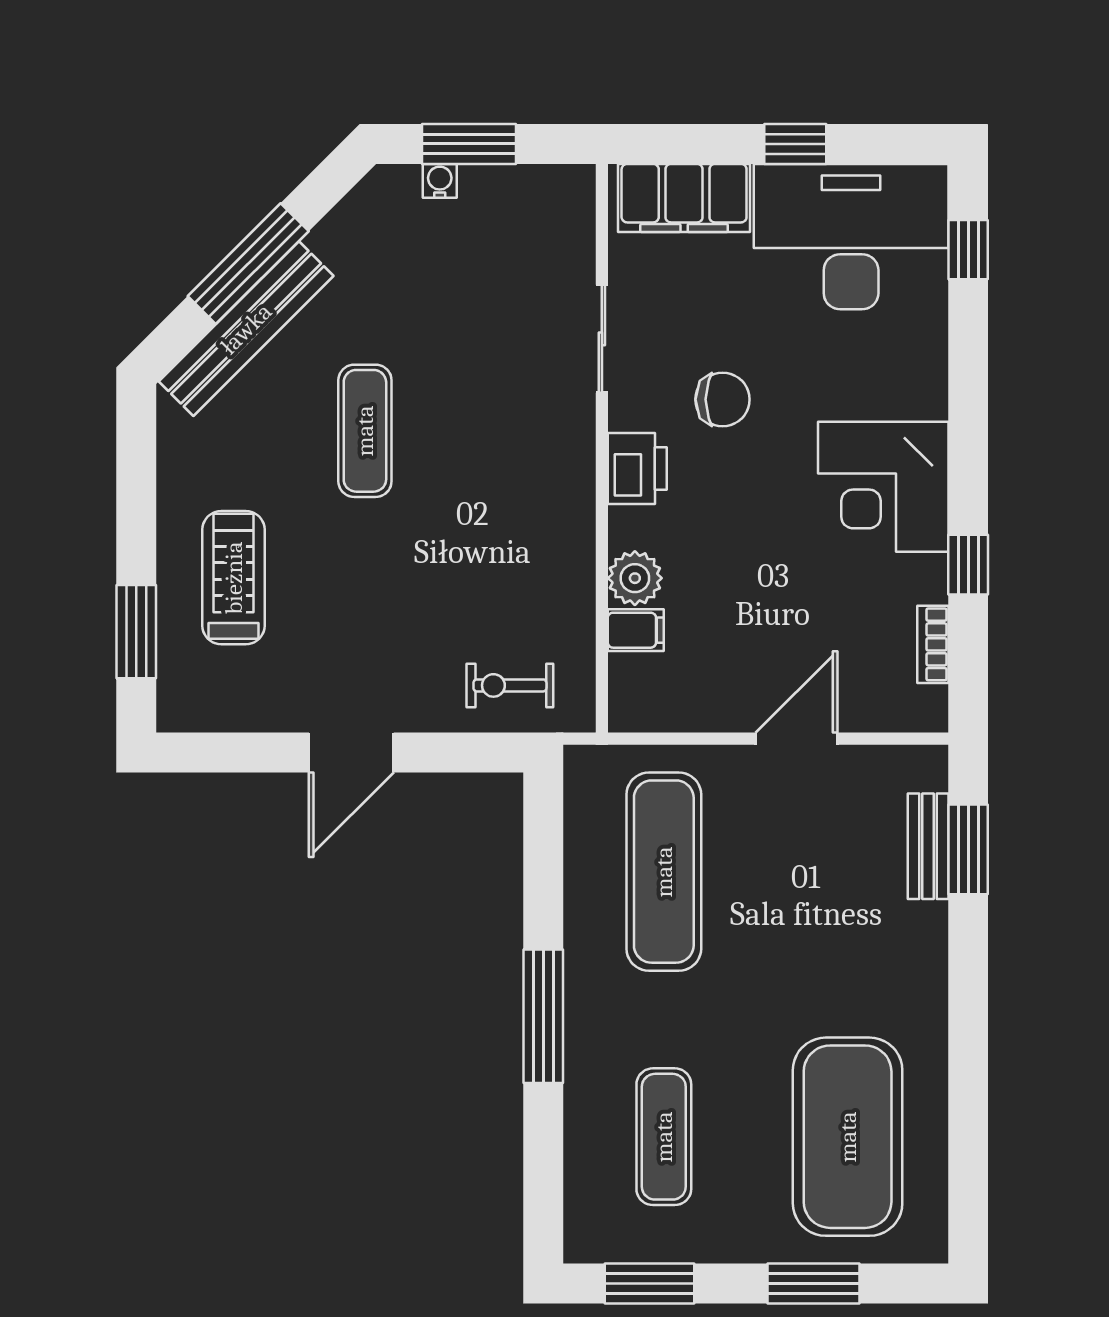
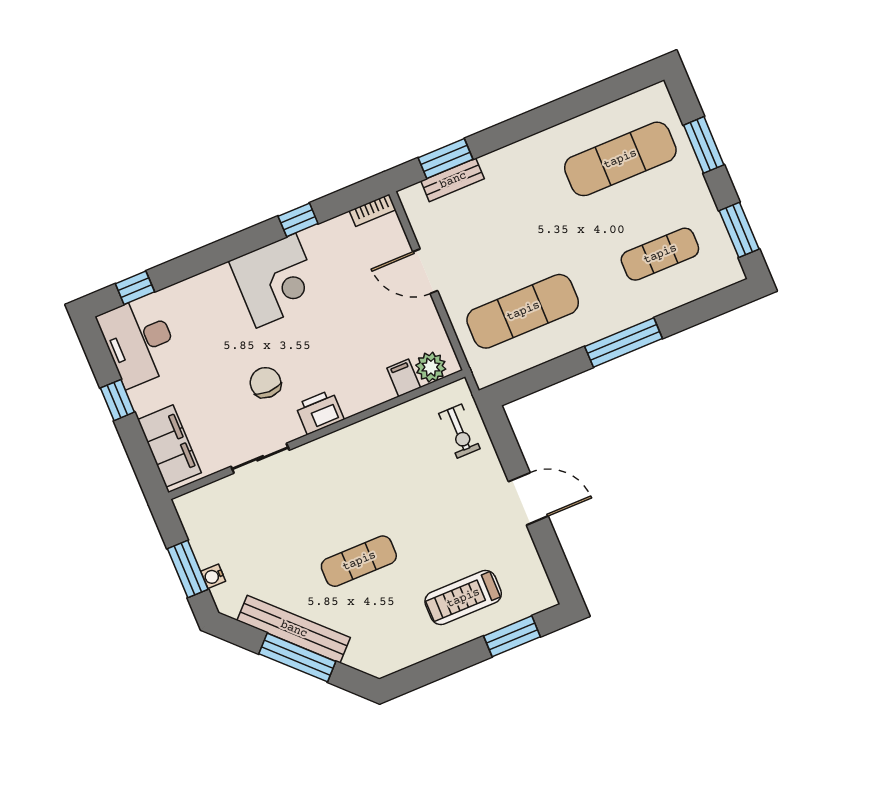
desk: (851, 237) -> (139, 341), width x0.73, depth x0.77
bench: (246, 329) -> (294, 629), moved
plant: (635, 578) -> (431, 367), moved
bookcase: (933, 644) -> (373, 210), moved
exercise mat: (848, 1137) -> (620, 159), width x0.68

